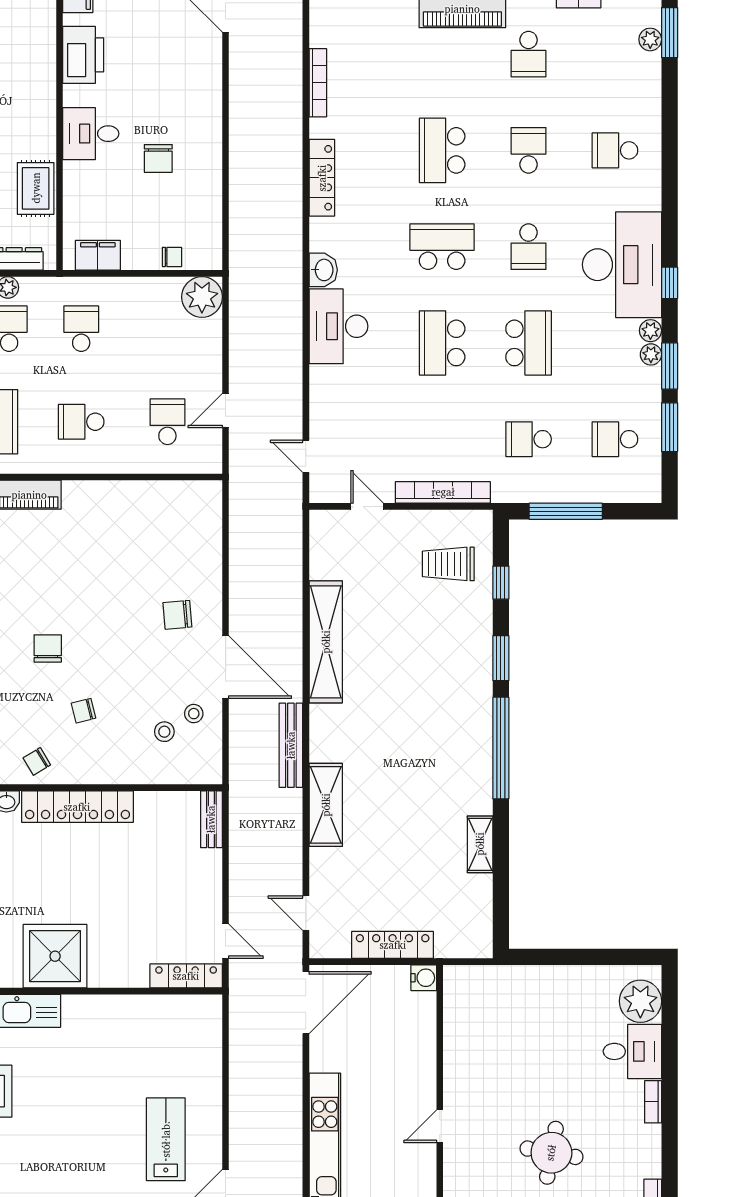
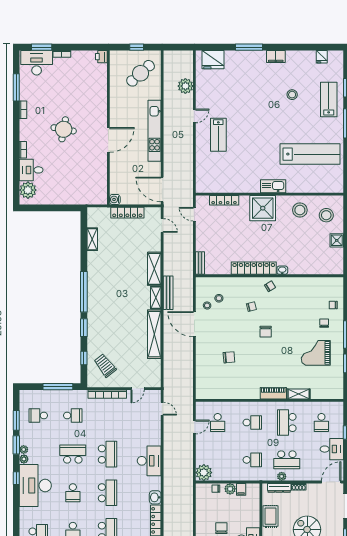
school desk: (442, 247) -> (107, 493), turned -90
school desk: (529, 247) -> (73, 493), turned 180
filing cabinet: (98, 255) -> (241, 489), width x0.50
plant: (136, 256) -> (230, 489), added
washbasin: (323, 270) -> (155, 497), moved
school desk: (81, 329) -> (252, 460), turned -90
school desk: (529, 343) -> (73, 454), turned 90
school desk: (615, 439) -> (38, 416), turned 180
door: (367, 506) -> (138, 389), hinge flipped
trolley: (448, 564) -> (105, 365), turned -128
chair: (177, 615) -> (229, 357), moved
shelving: (322, 733) -> (156, 298), added
shelving: (480, 844) -> (92, 239), moved
locker: (186, 976) -> (224, 200), moved
door: (306, 1003) -> (162, 189), hinge flipped
door: (440, 1126) -> (108, 140), width x1.87

